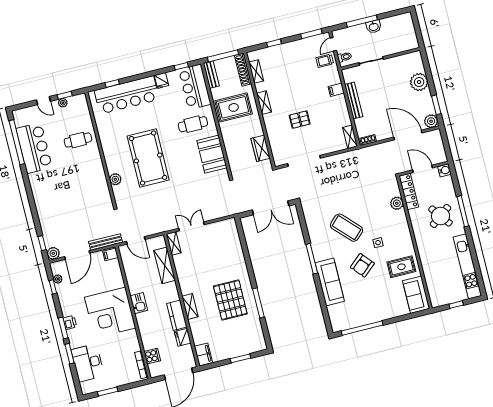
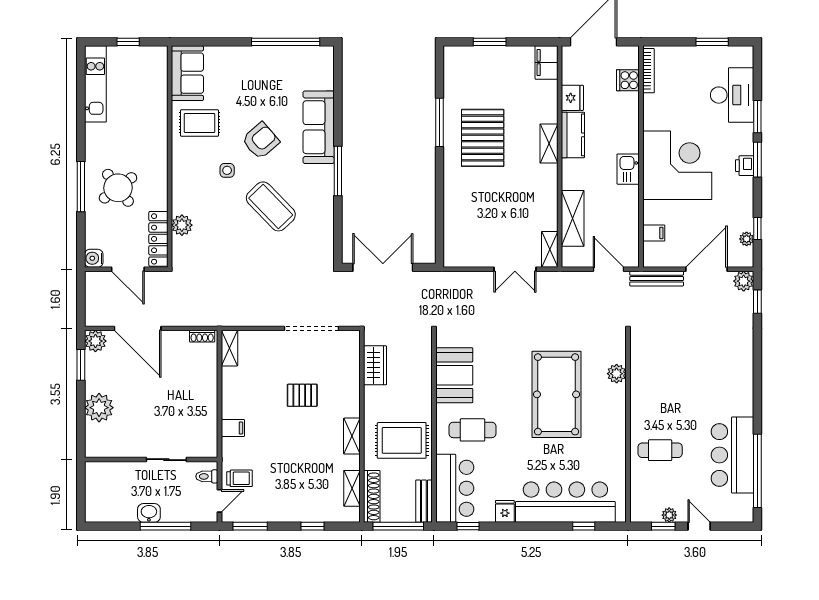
bench: (354, 101) -> (210, 404), removed
filing cabinet: (110, 254) -> (654, 233), moved
kitchen unit: (467, 266) -> (95, 84), width x0.73

